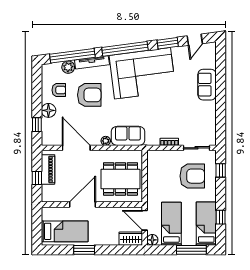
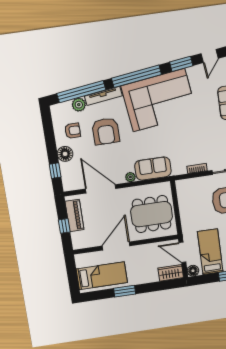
armchair: (89, 95) -> (106, 131), turned 90

